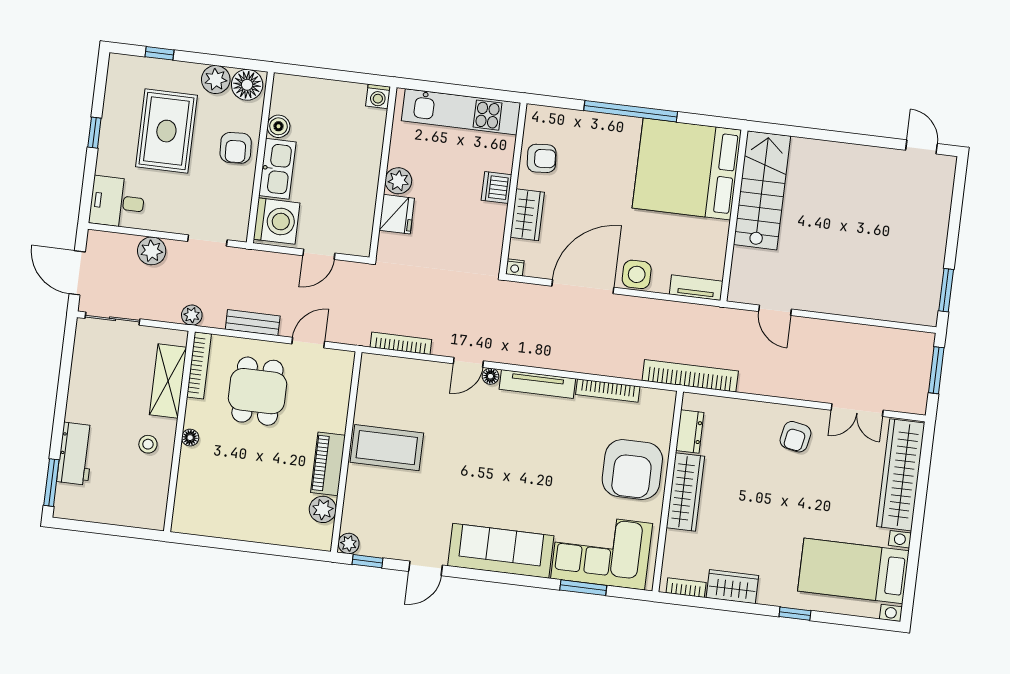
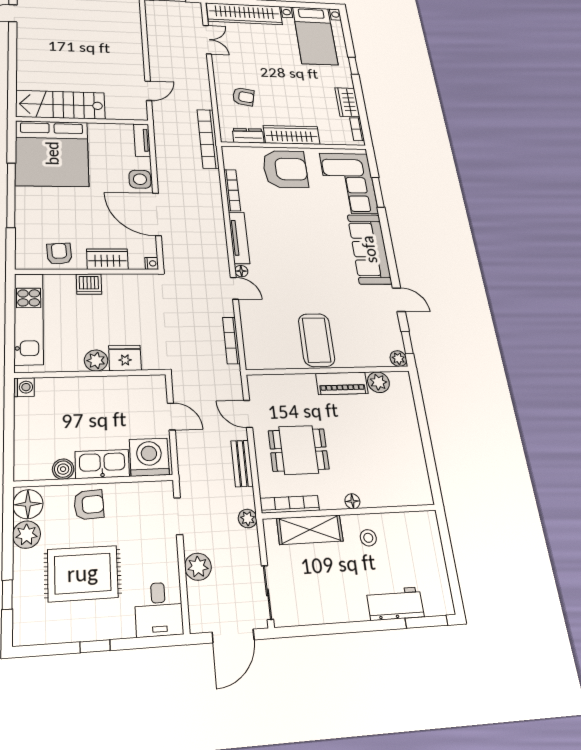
armchair: (795, 437) -> (243, 97), moved

